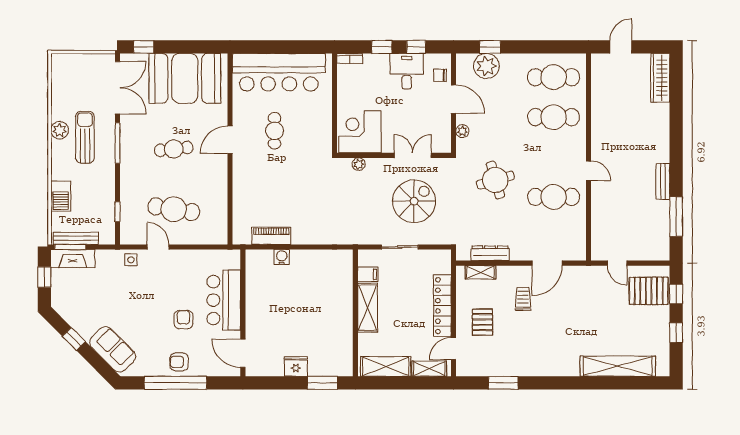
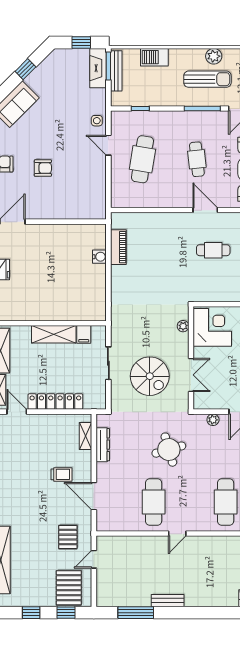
door: (158, 247) -> (108, 145), swing flipped
bar counter: (224, 300) -> (60, 204), removed
pallet: (482, 322) -> (68, 537), moved, turned 90

